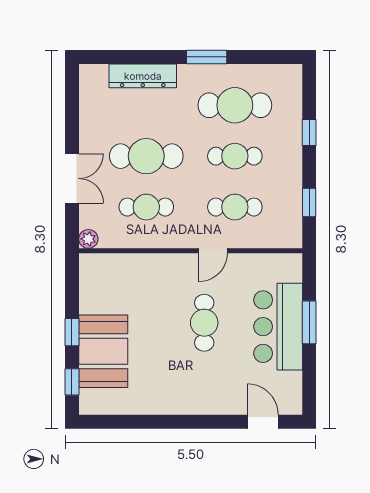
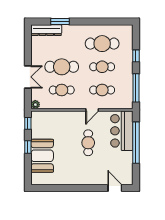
window: (207, 57) -> (60, 22), moved
dresser: (143, 76) -> (46, 30), moved
window: (309, 202) -> (136, 88), width x2.17
window: (309, 322) -> (136, 143), width x2.11
bar counter: (278, 327) -> (122, 131), moved
window: (72, 382) -> (28, 123), moved

